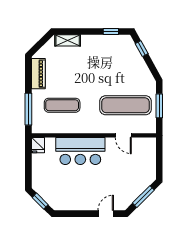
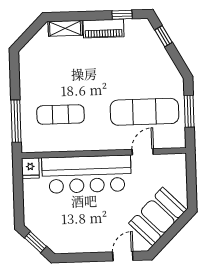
piano: (38, 74) -> (103, 29), moved, turned 90
door: (123, 135) -> (143, 152), swing flipped
bar counter: (80, 151) -> (87, 174), width x1.36
booth: (133, 185) -> (158, 216), added
window: (143, 197) -> (172, 232), removed

